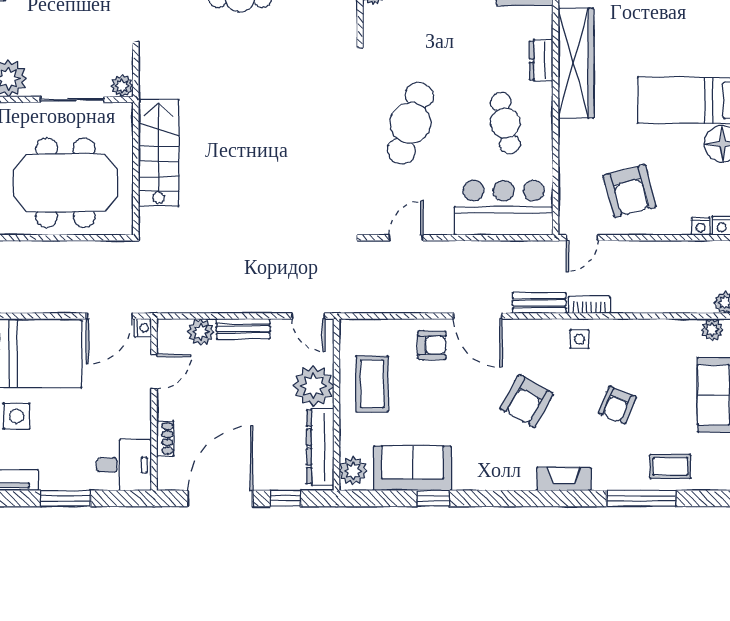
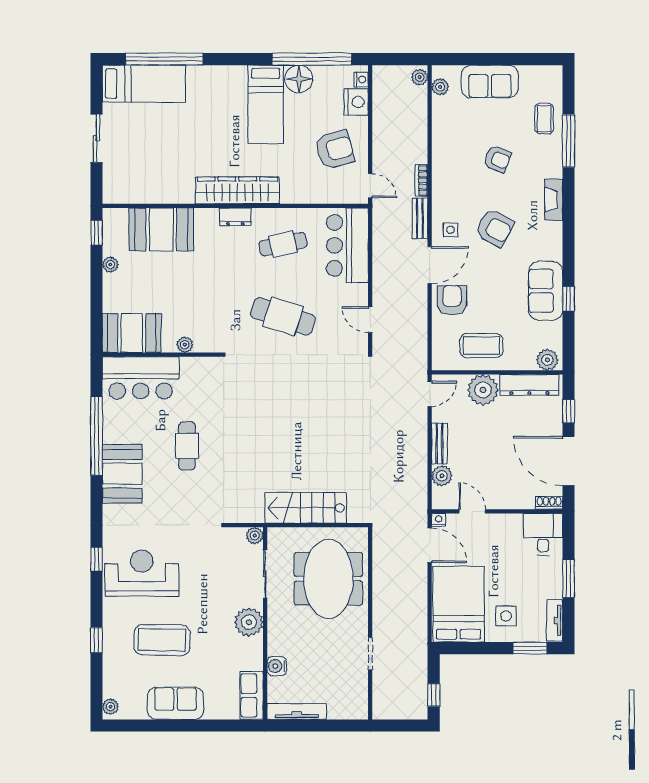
nightstand: (700, 226) -> (356, 102), width x1.89, depth x1.79
side table: (580, 339) -> (451, 230), moved
armchair: (432, 345) -> (452, 300), width x1.38, depth x1.38
shoe rack: (165, 438) -> (549, 503), moved
sofa: (412, 468) -> (546, 291), moved

